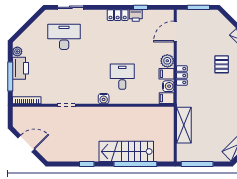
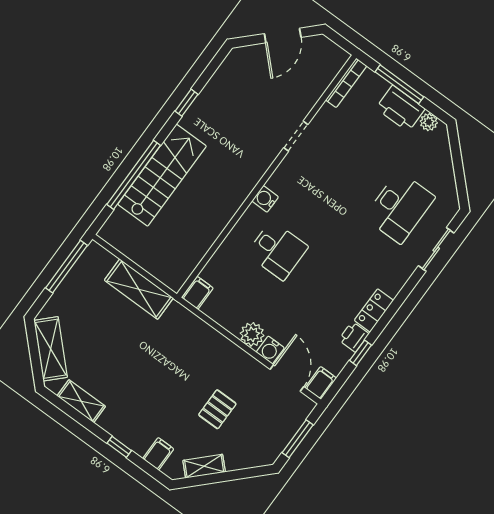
pallet: (222, 64) -> (217, 409), moved, turned 90
filing cabinet: (167, 74) -> (321, 383), moved
locker: (182, 76) -> (214, 340), removed
water cooler: (168, 86) -> (270, 350), moved

